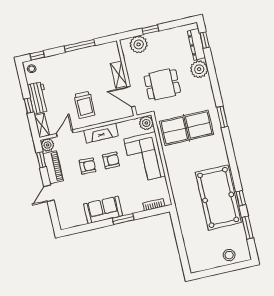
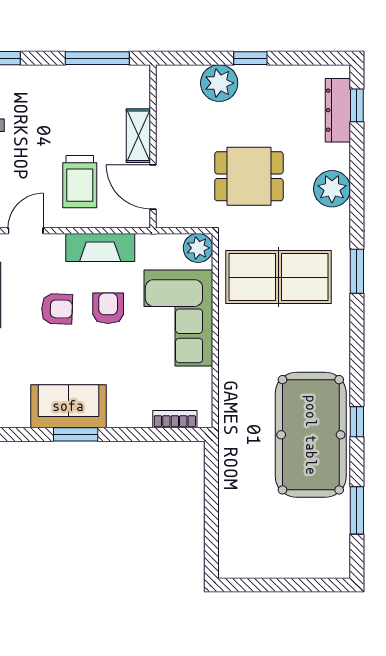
plant: (199, 69) -> (332, 189), moved
shelving: (119, 75) -> (138, 136), moved
wall: (127, 78) -> (153, 146), moved
door: (131, 97) -> (153, 187), moved
armchair: (111, 160) -> (108, 308), turned -90
window: (241, 198) -> (357, 422), moved
window: (123, 219) -> (76, 434), moved
stool: (229, 255) -> (306, 558), removed

